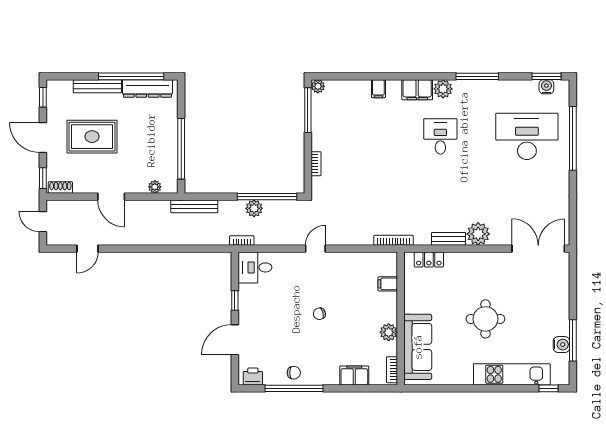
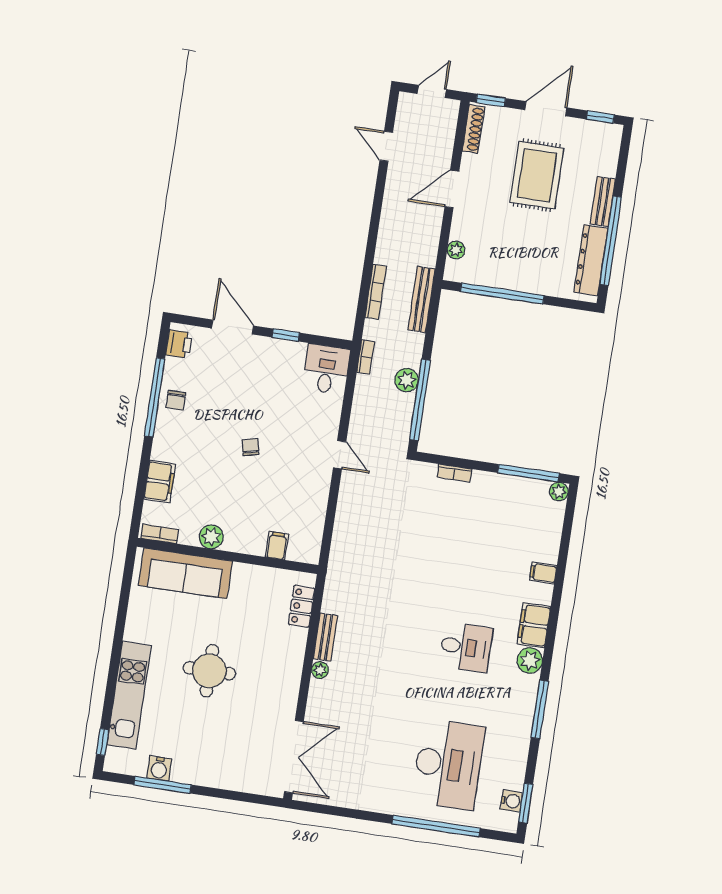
bench: (97, 86) -> (603, 201), width x0.73
shoe rack: (60, 187) -> (473, 129), width x1.43
plant: (478, 234) -> (320, 670), width x0.53, depth x0.53
bookcase: (394, 240) -> (376, 292), moved

